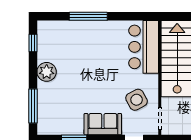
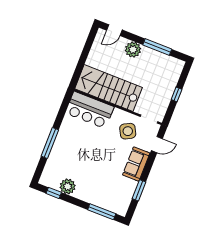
plant: (47, 72) -> (68, 186), moved

